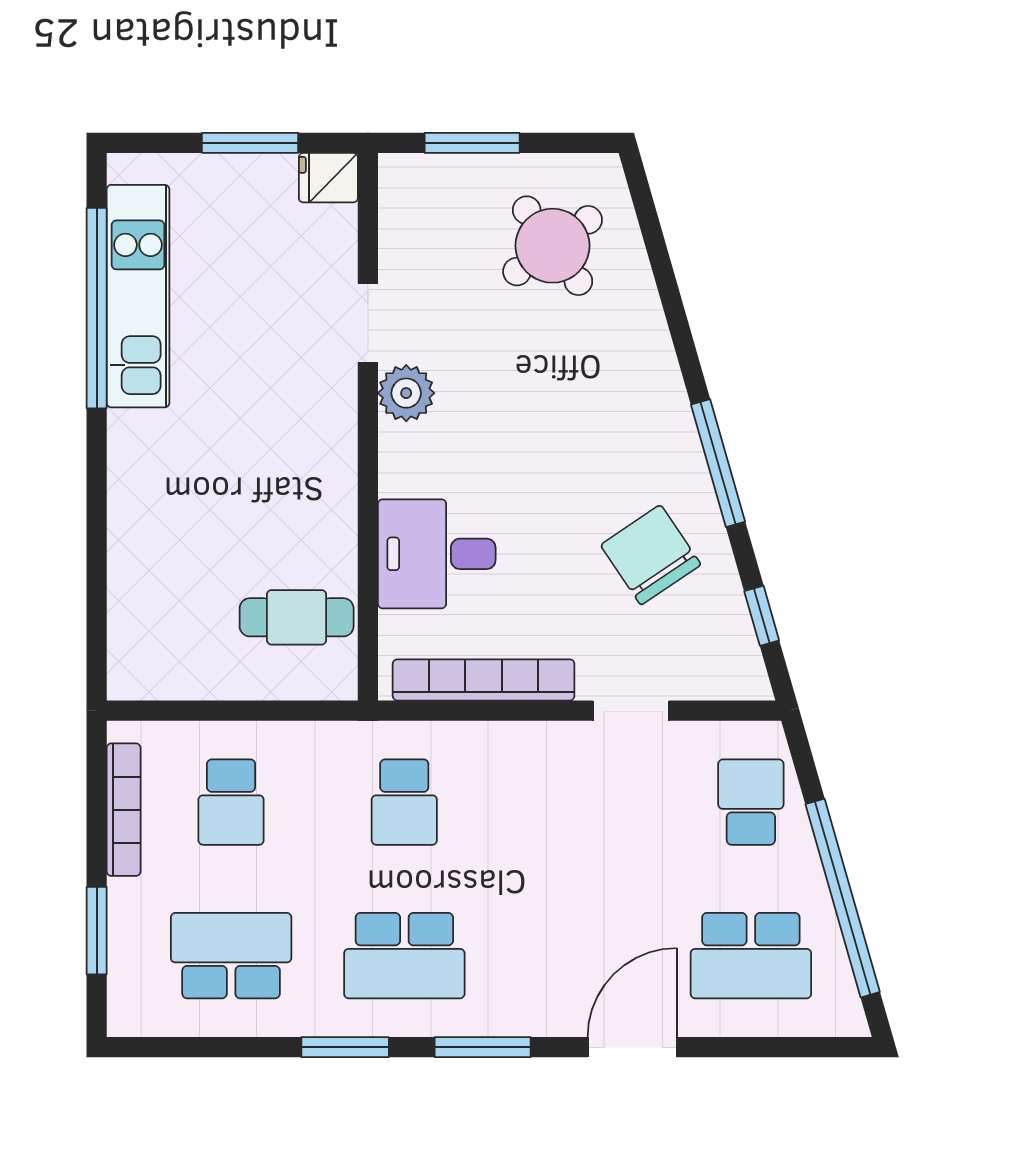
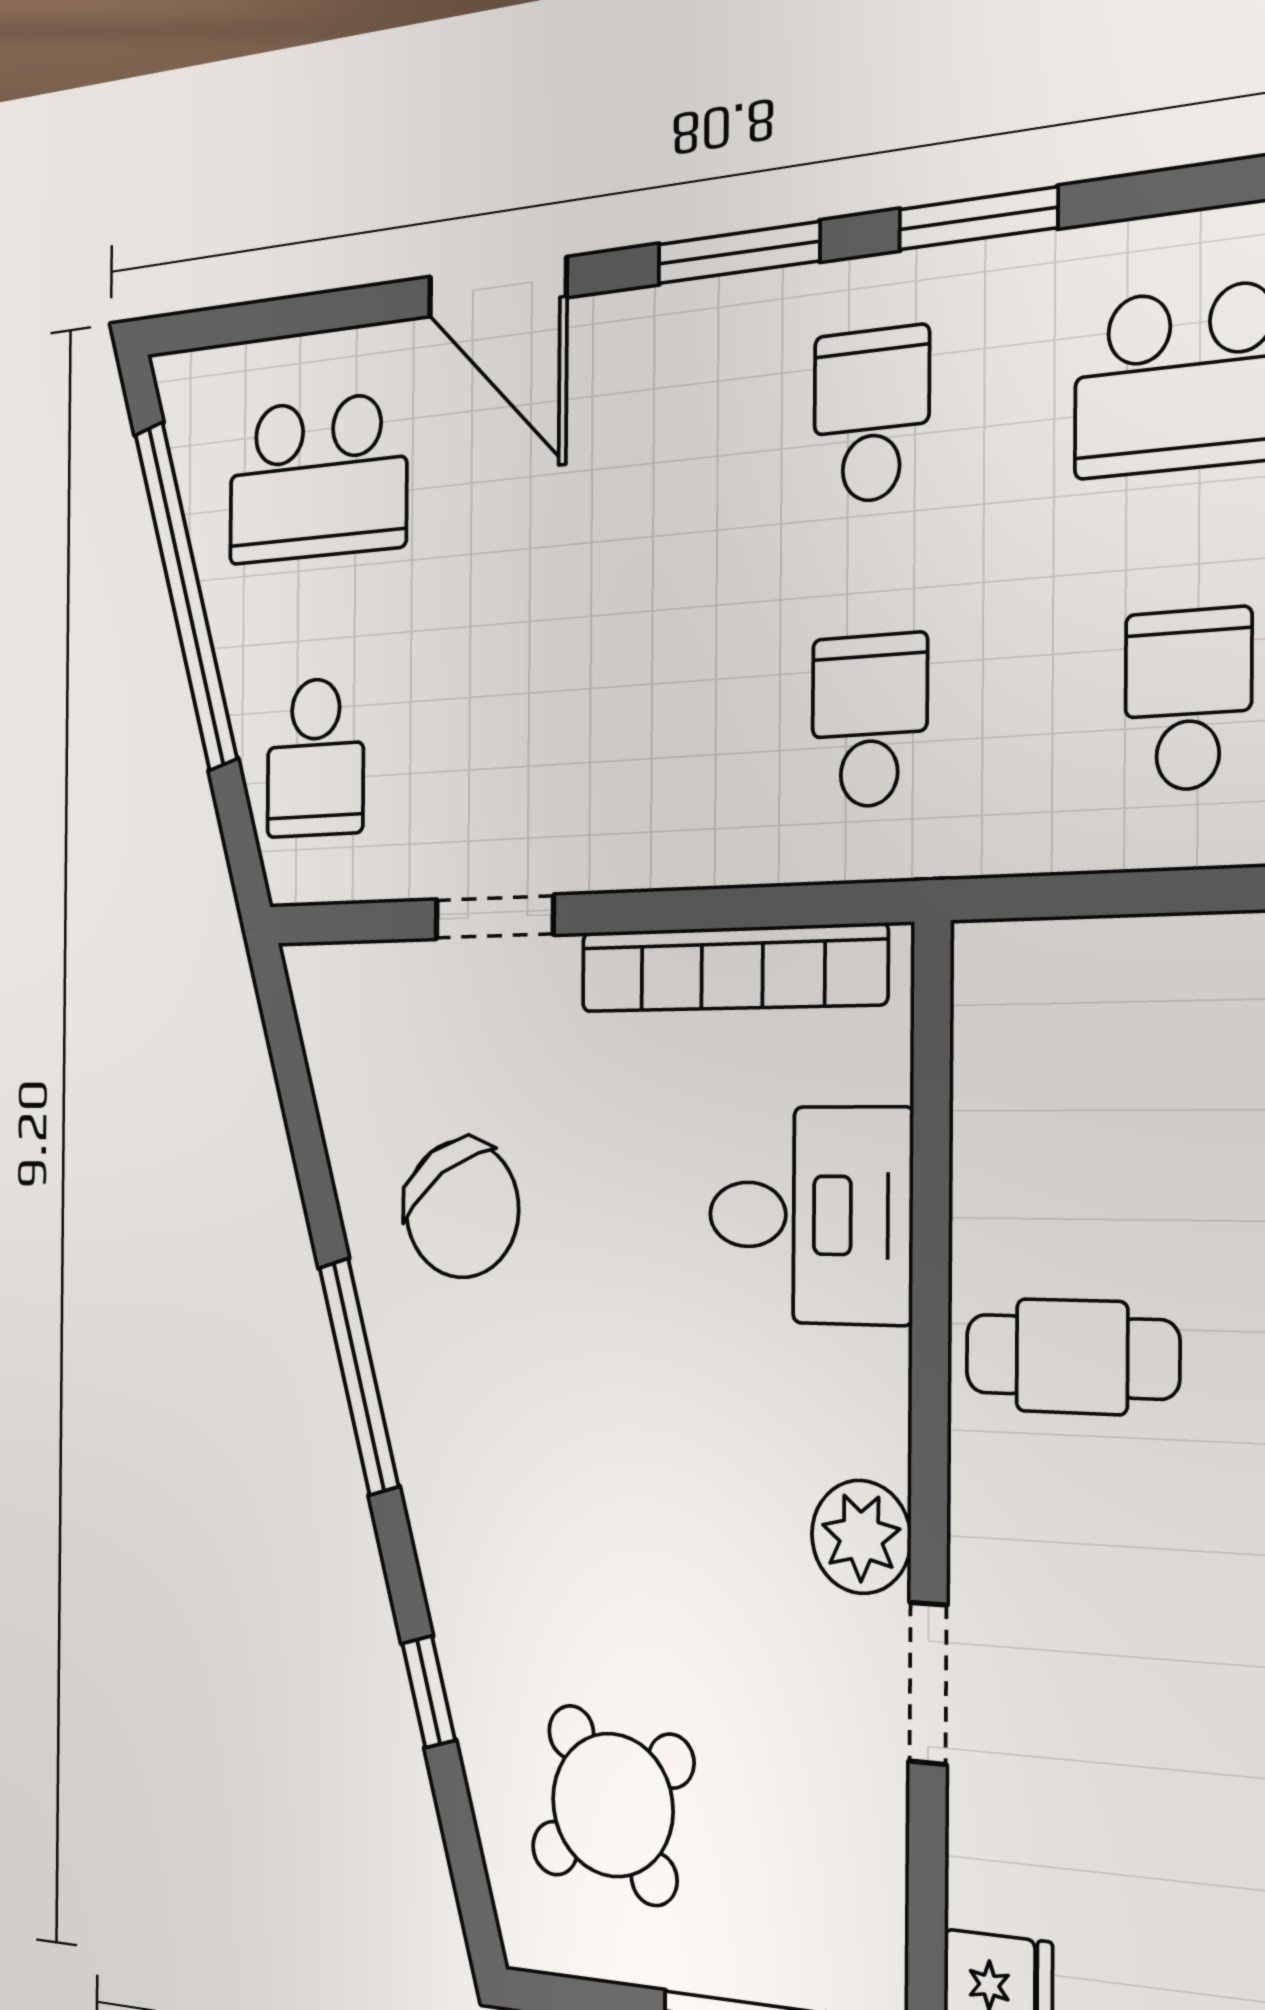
window: (762, 616) -> (429, 1692), moved
cafe table: (297, 617) -> (1072, 1357), moved
school desk: (404, 956) -> (871, 415), width x0.54
school desk: (751, 956) -> (318, 478), turned 180
door: (632, 1047) -> (497, 287), hinge flipped

